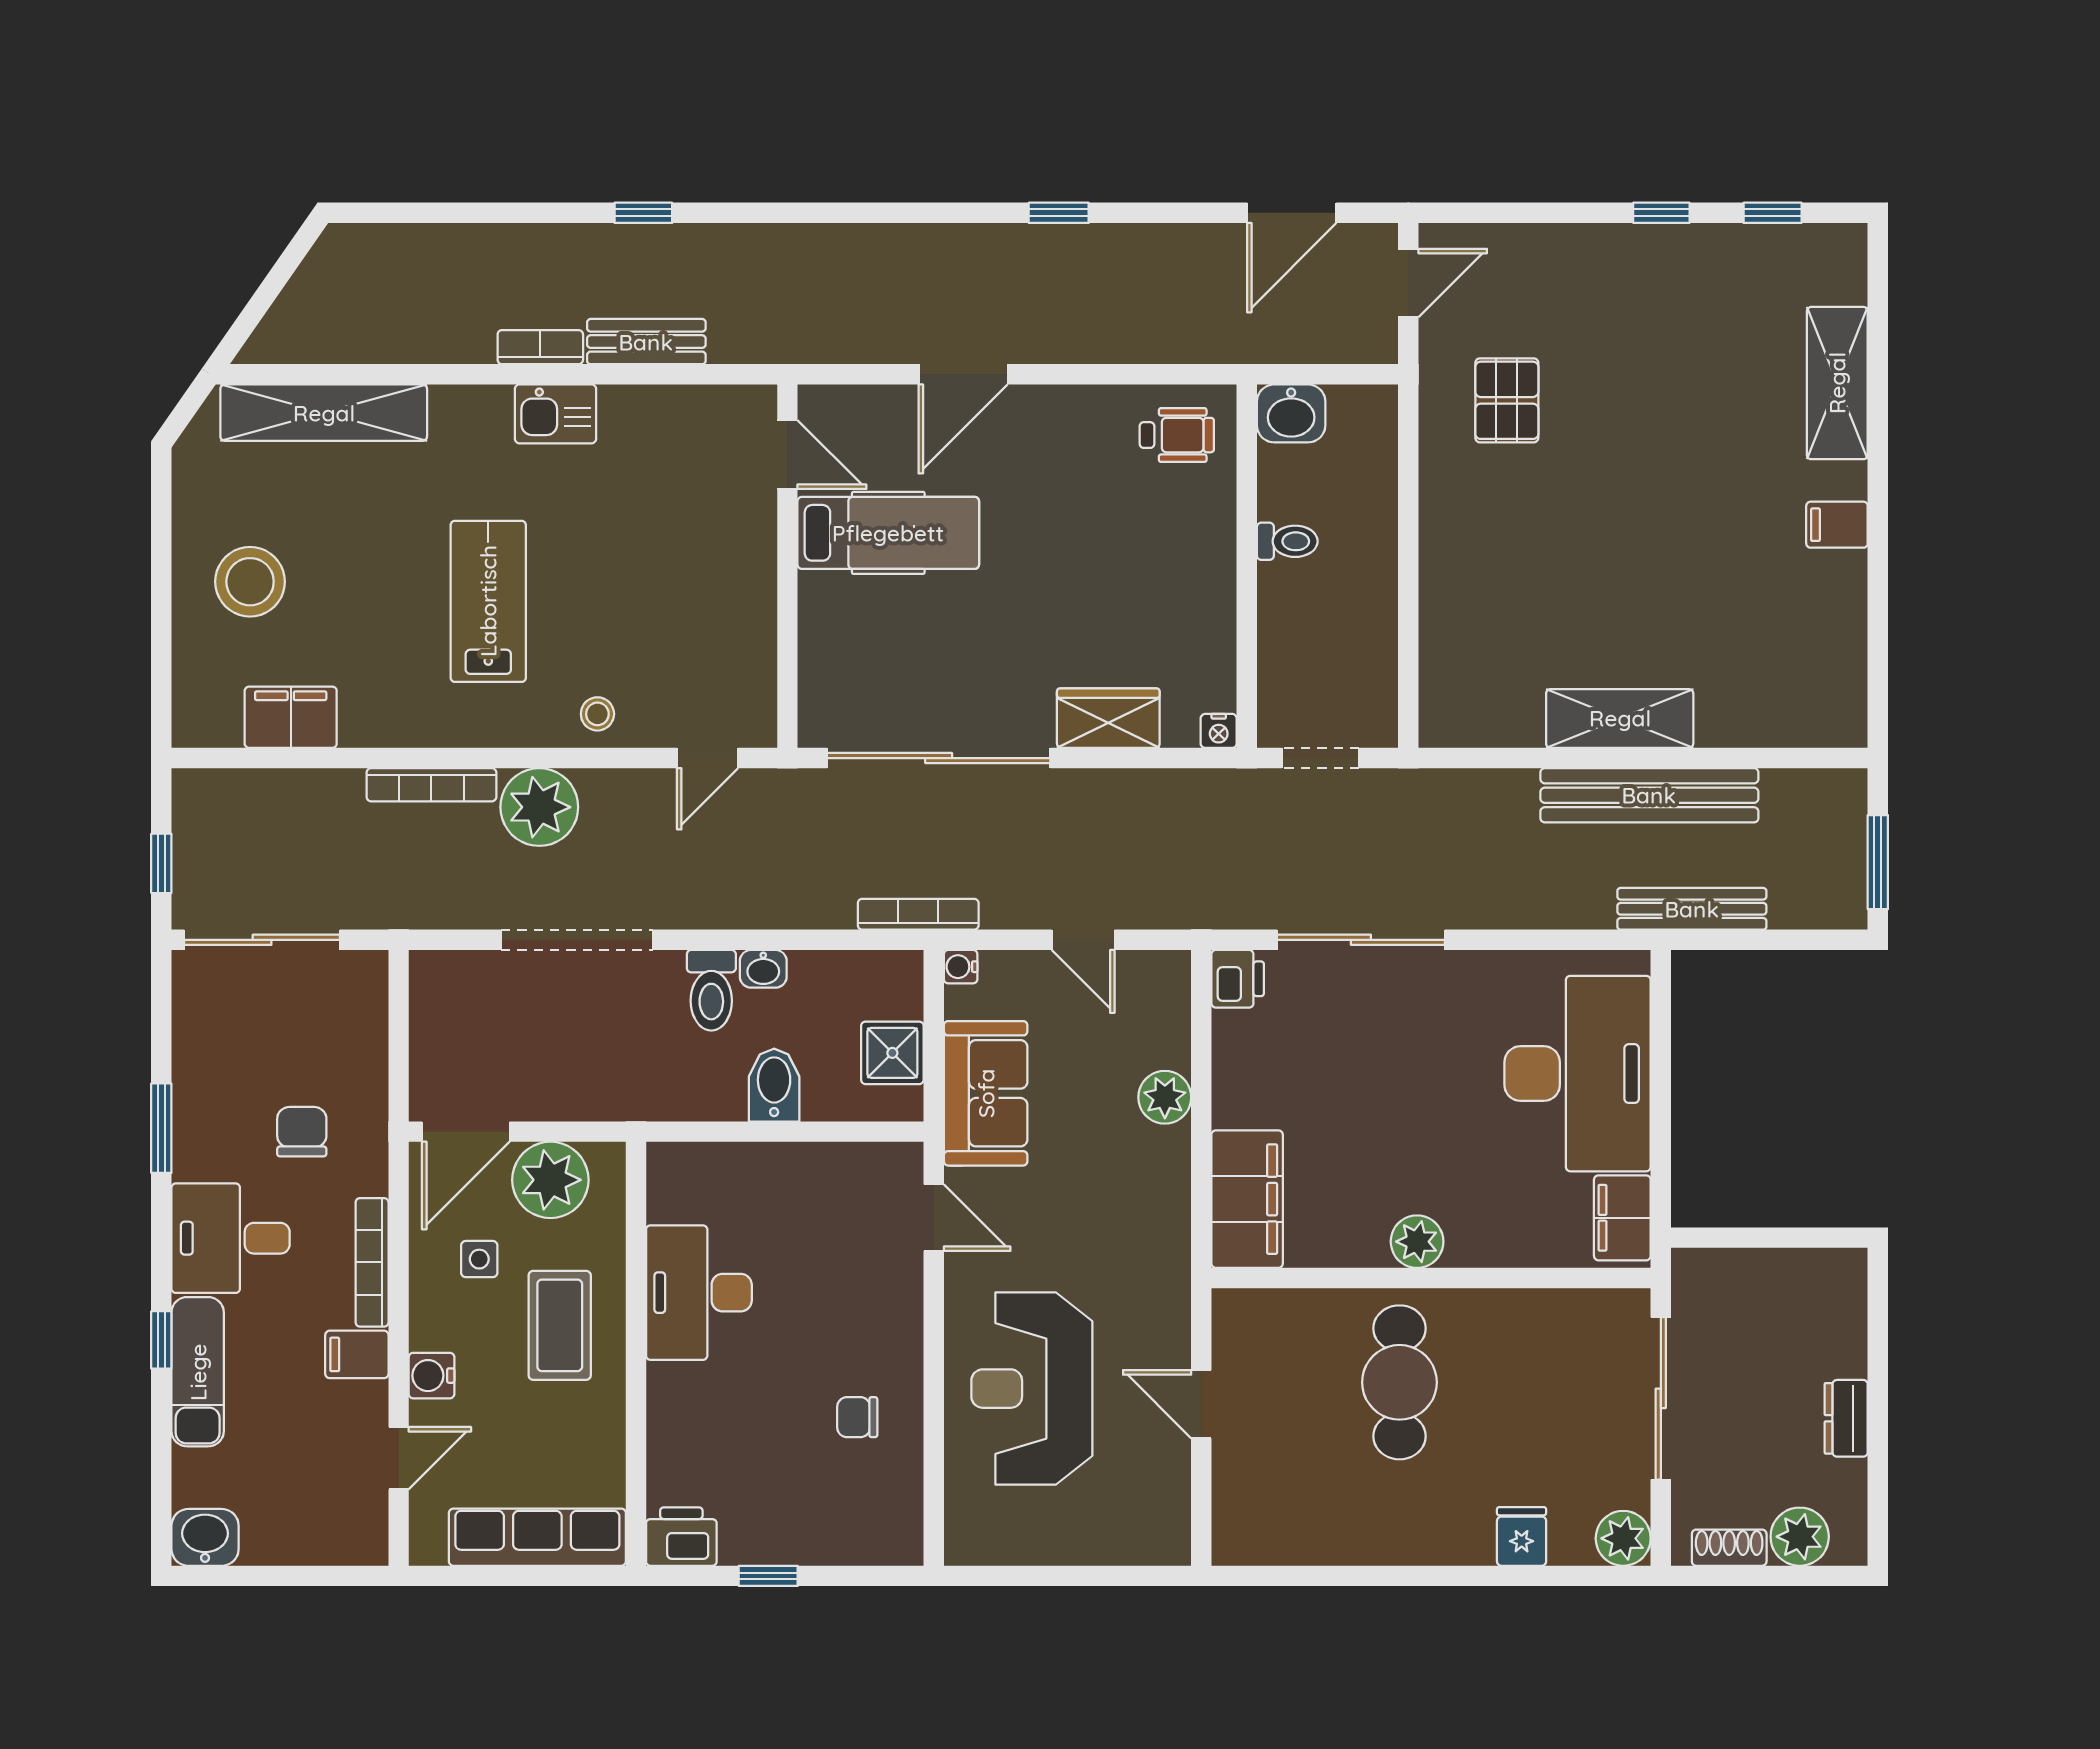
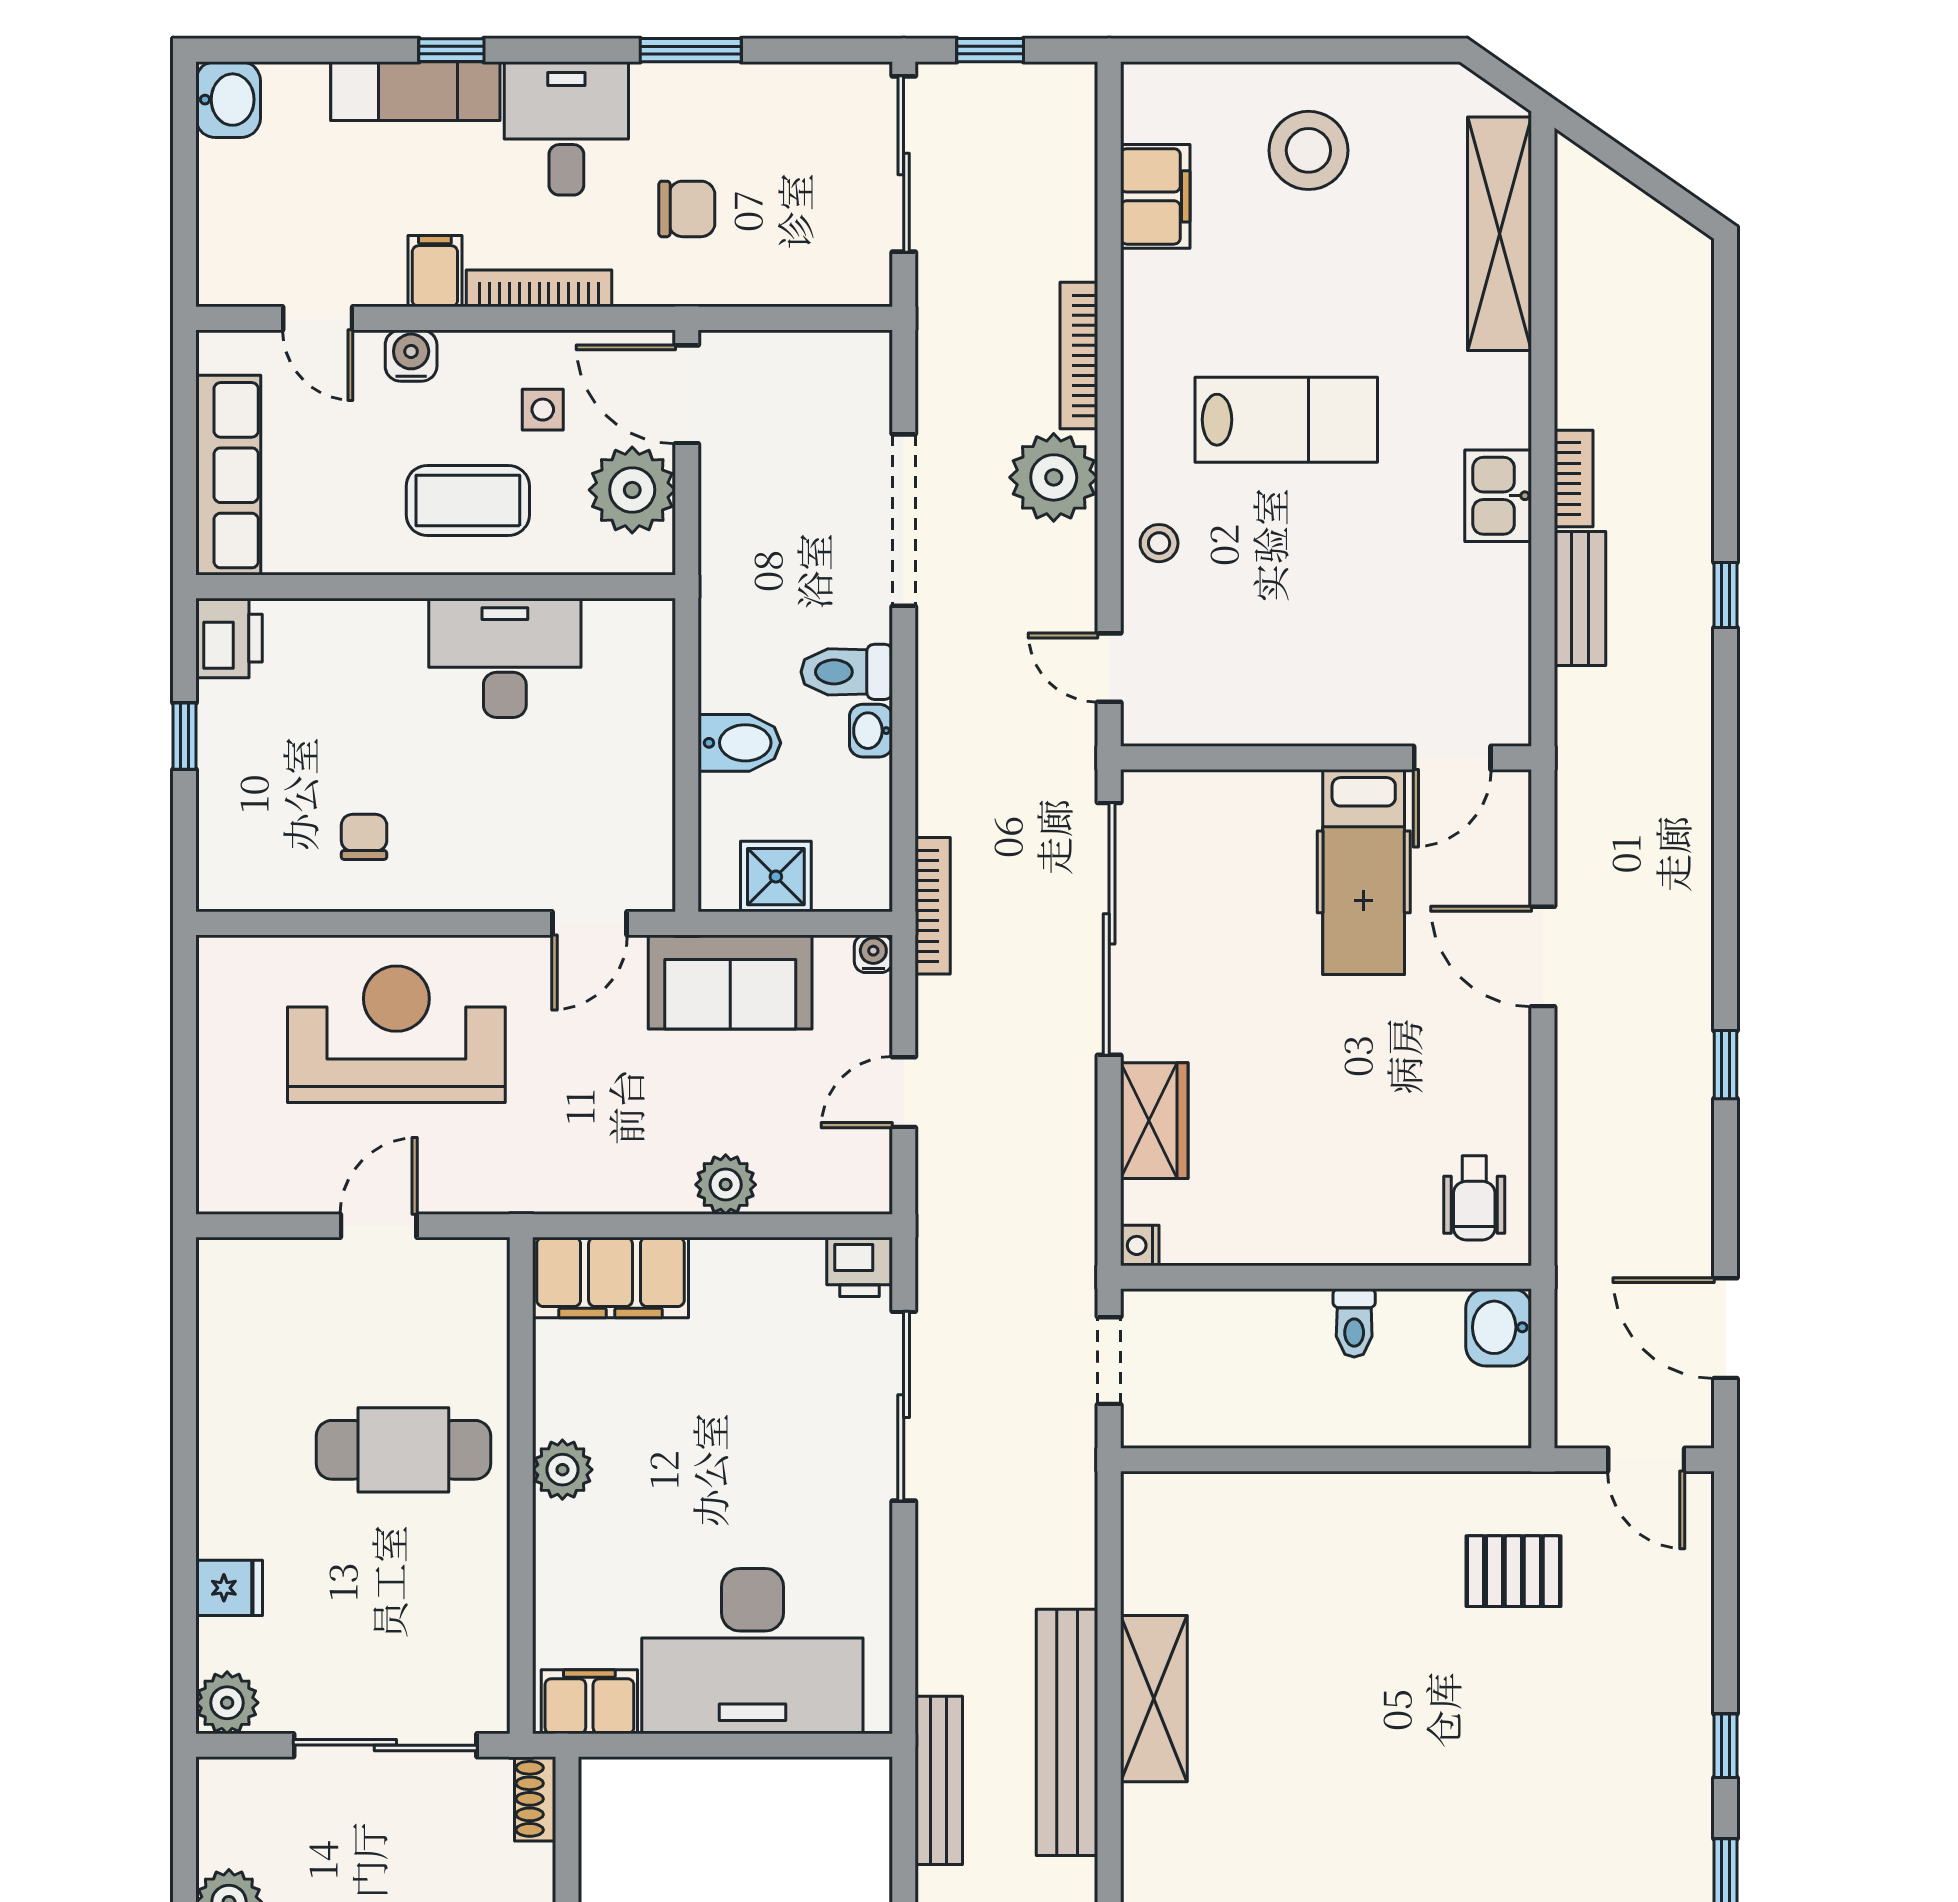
shoe rack: (1729, 1548) -> (535, 1799), moved, turned 180

